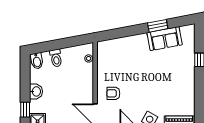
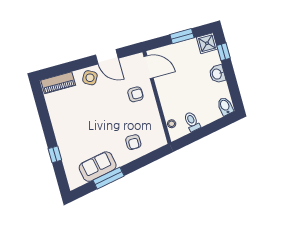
window: (158, 26) -> (109, 178), width x1.44
armchair: (127, 52) -> (133, 142), added
toilet: (56, 58) -> (192, 122), moved

